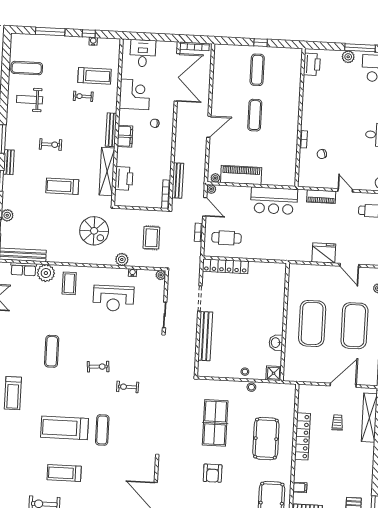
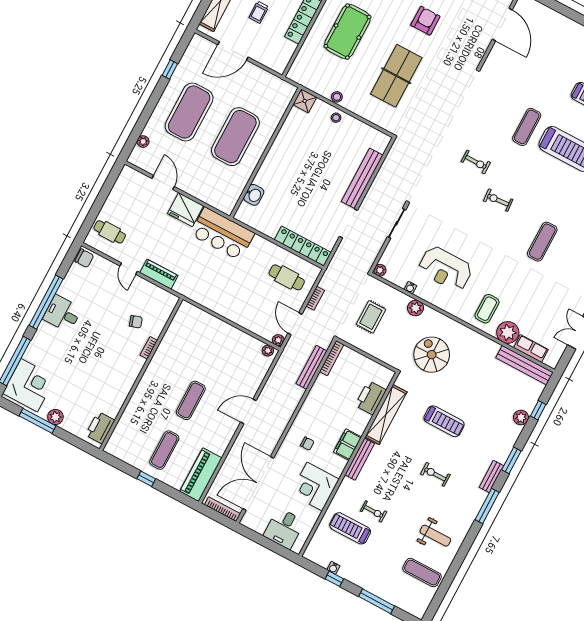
piano: (241, 175) -> (201, 475), moved, turned 90
bar counter: (274, 201) -> (222, 234), moved, turned 180
reception desk: (113, 298) -> (445, 269), turned 180
washbasin: (276, 343) -> (254, 195), moved

